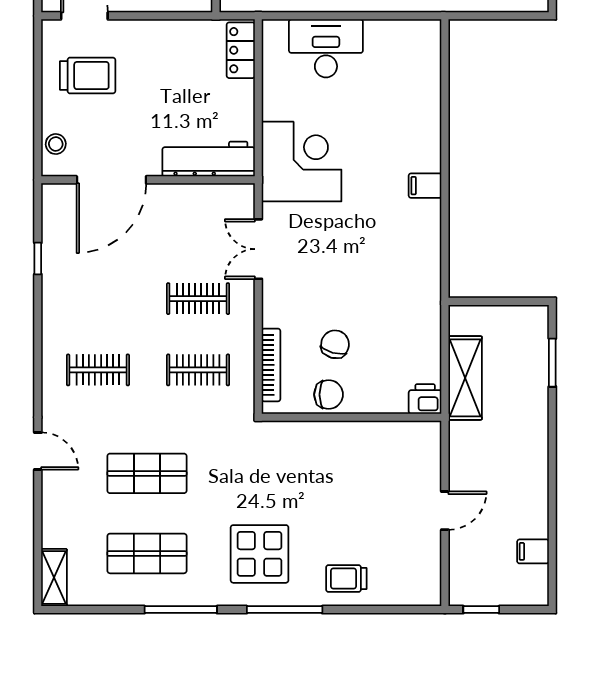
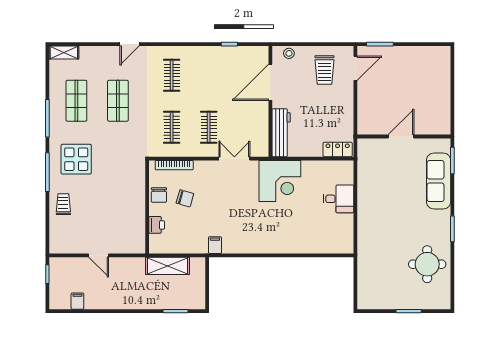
desk: (326, 48) -> (339, 199), width x0.73
door: (111, 180) -> (270, 82), hinge flipped
filing cabinet: (425, 186) -> (215, 245), moved
printer: (425, 399) -> (157, 225), moved

